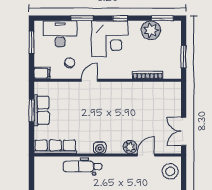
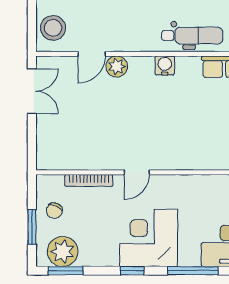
window: (82, 18) -> (193, 271), width x1.44
plant: (151, 30) -> (63, 252), moved
window: (184, 57) -> (32, 227), moved
chair: (70, 63) -> (54, 211), moved
door: (89, 80) -> (137, 172), moved

